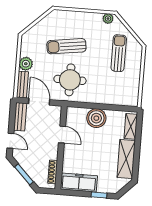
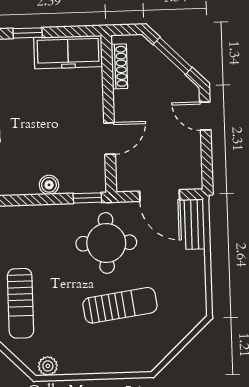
plant: (26, 64) -> (193, 264), removed
window: (77, 105) -> (87, 198), added
bench: (20, 117) -> (192, 163), removed
boiler: (96, 118) -> (49, 185), width x0.54, depth x0.54
door: (62, 135) -> (110, 139), swing flipped

